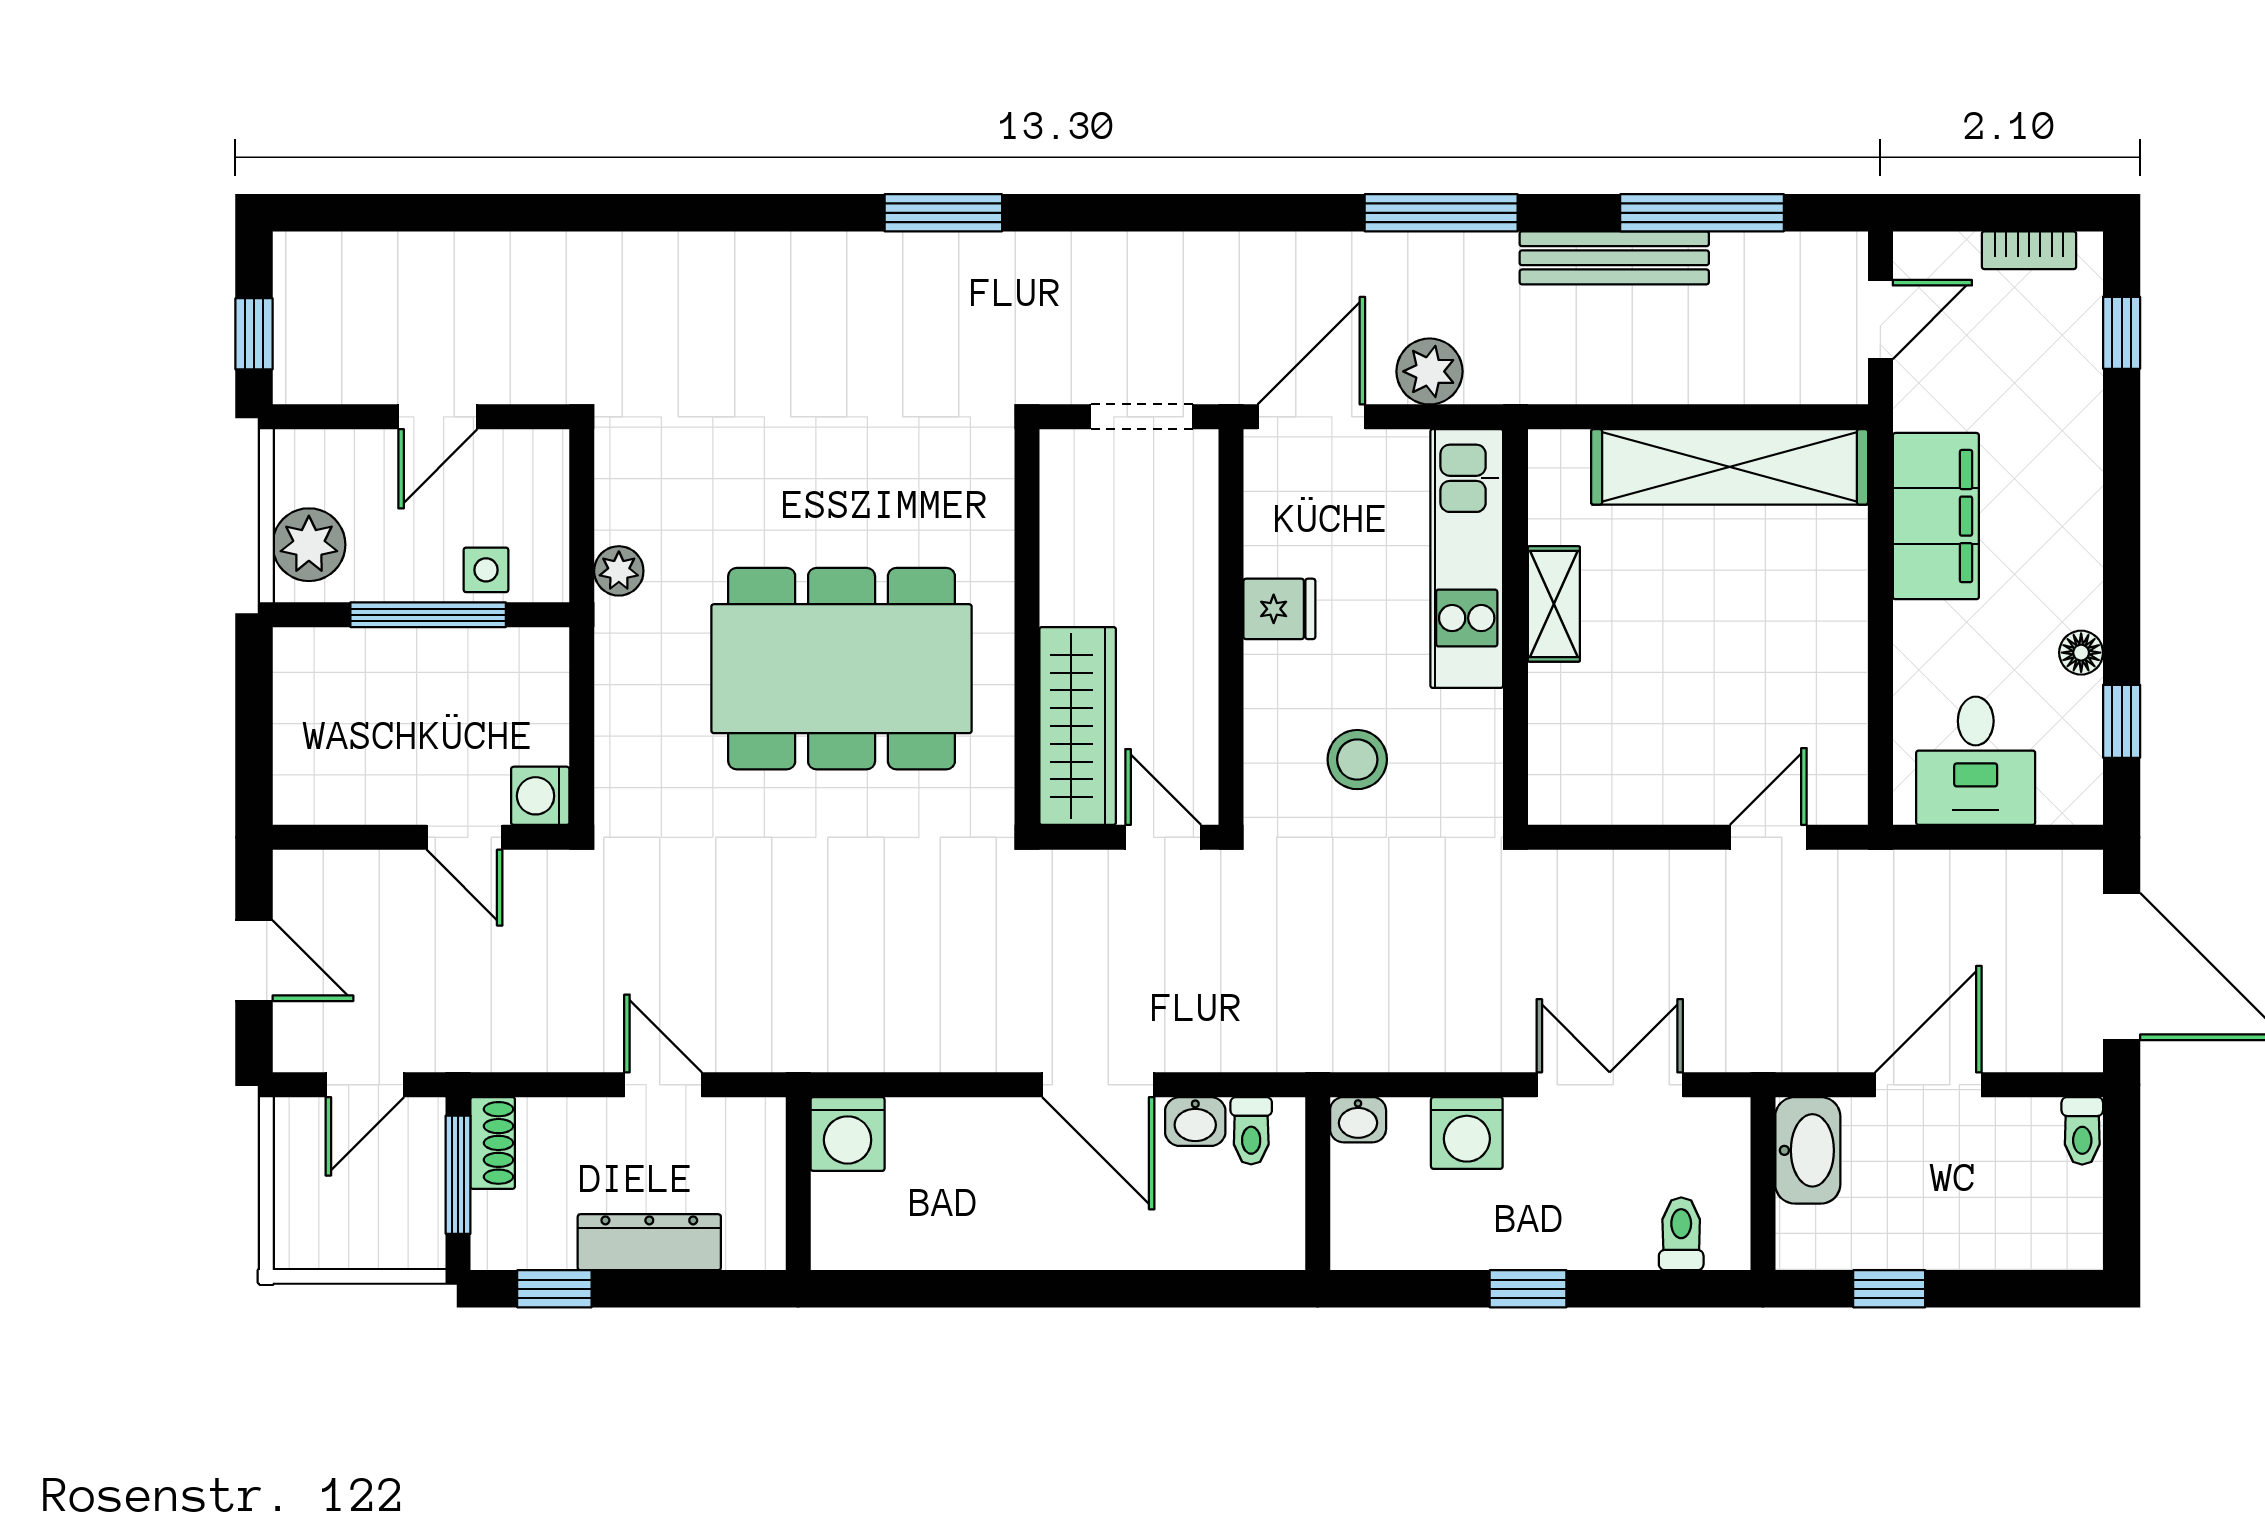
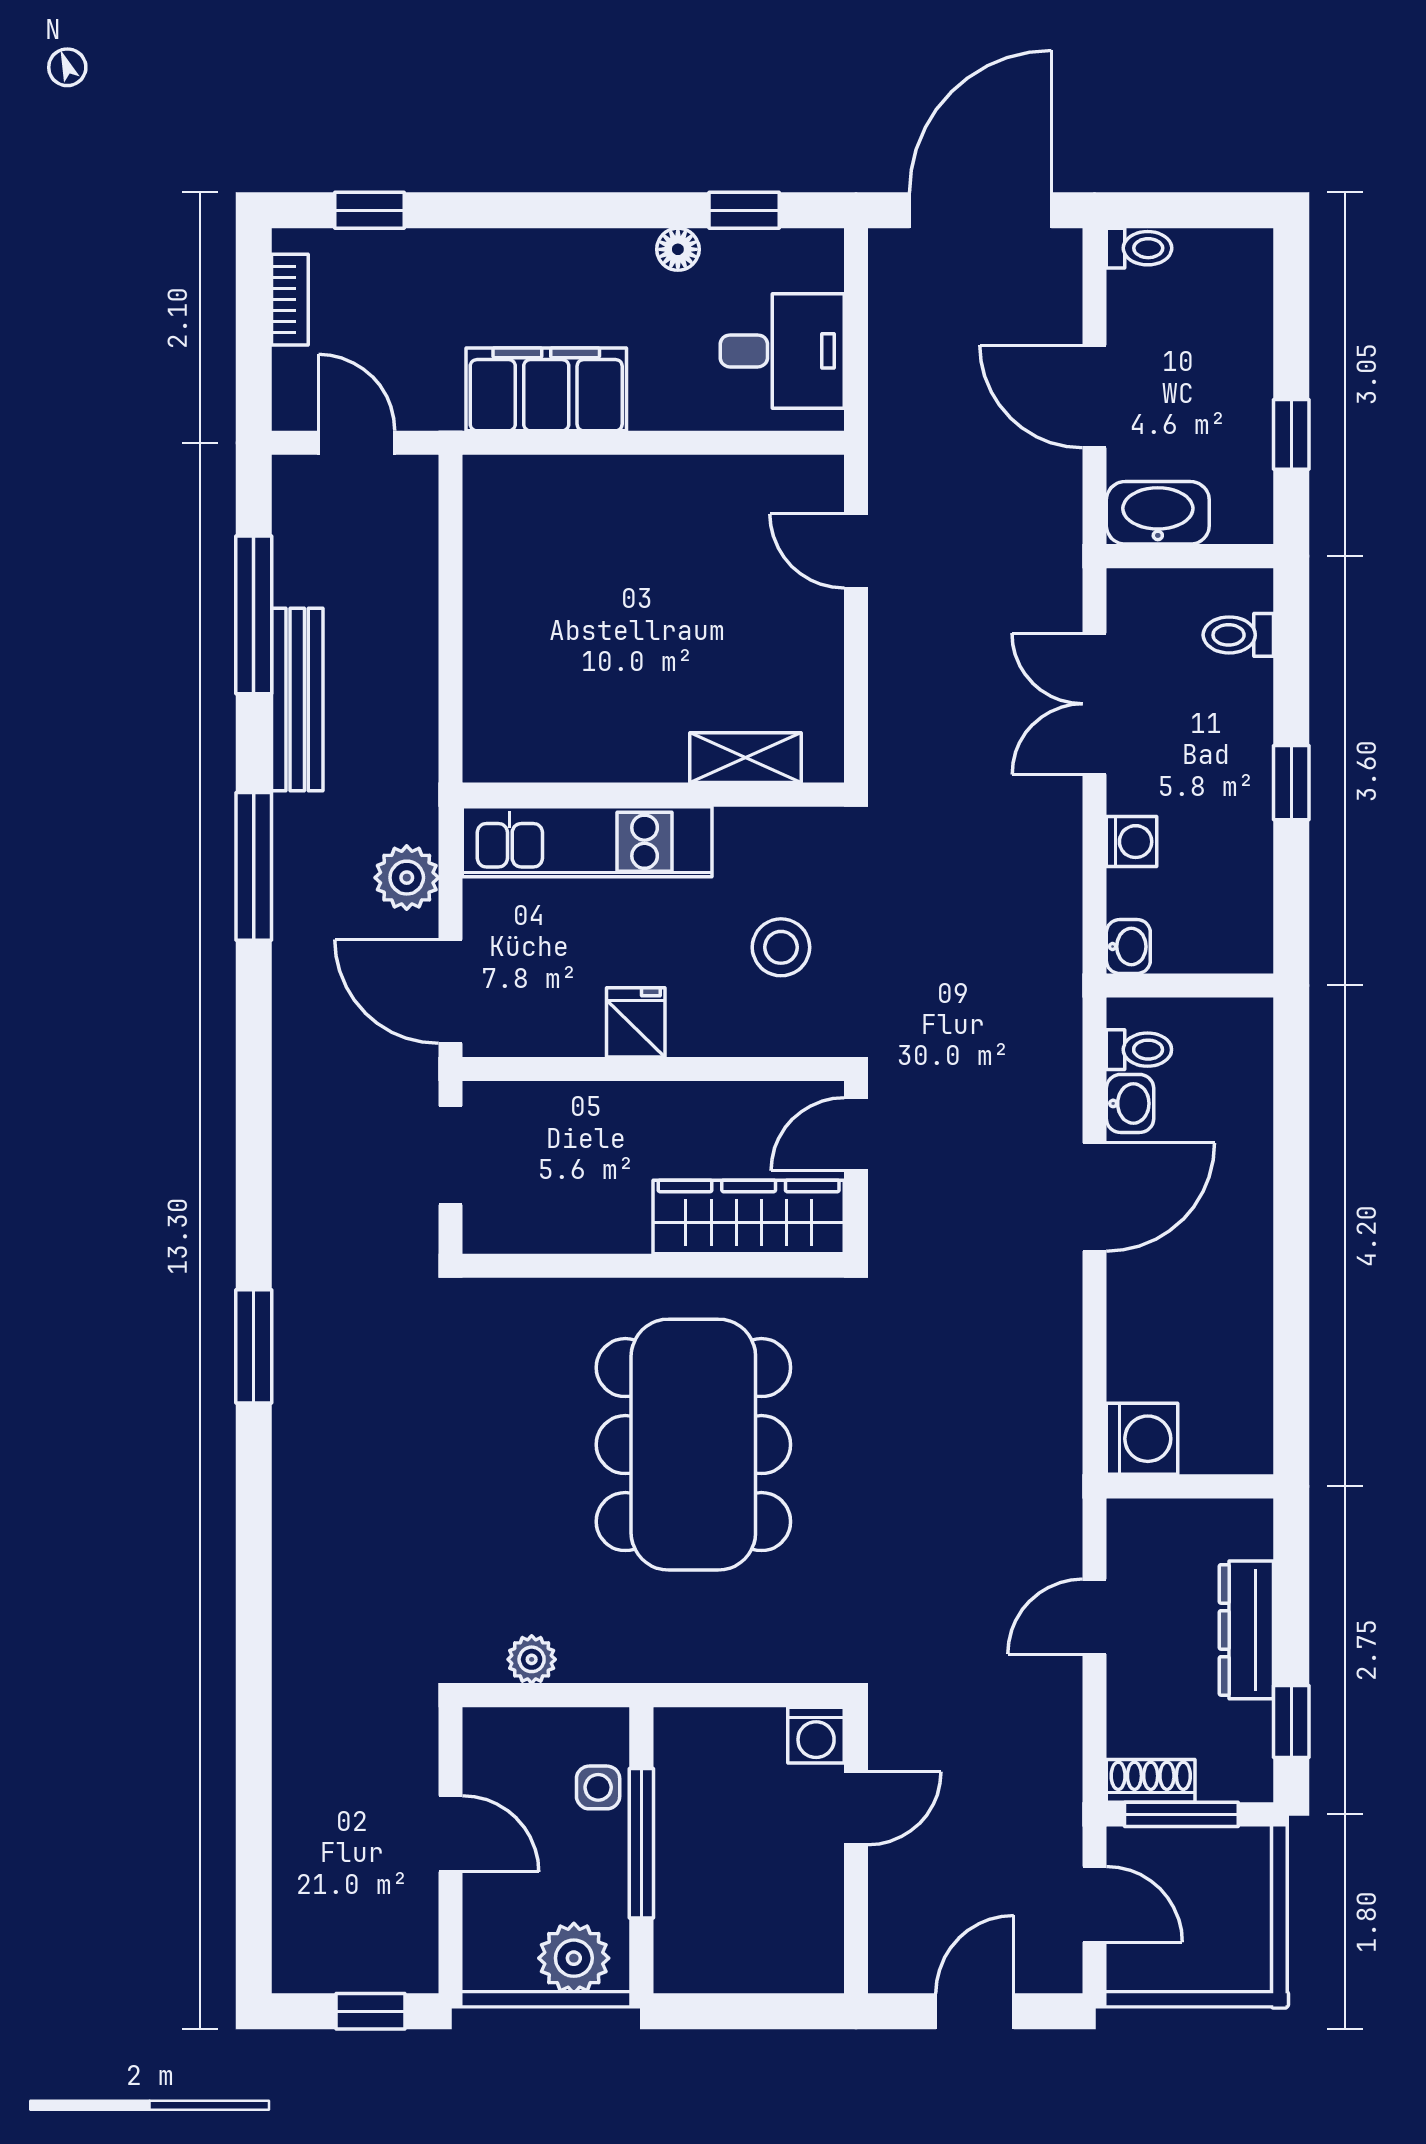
shelving: (1730, 467) -> (499, 588), removed
plant: (619, 571) -> (532, 1659), moved
shelving: (1554, 604) -> (746, 758), moved
washing machine: (1467, 1133) -> (1132, 842), width x0.73, depth x0.73

